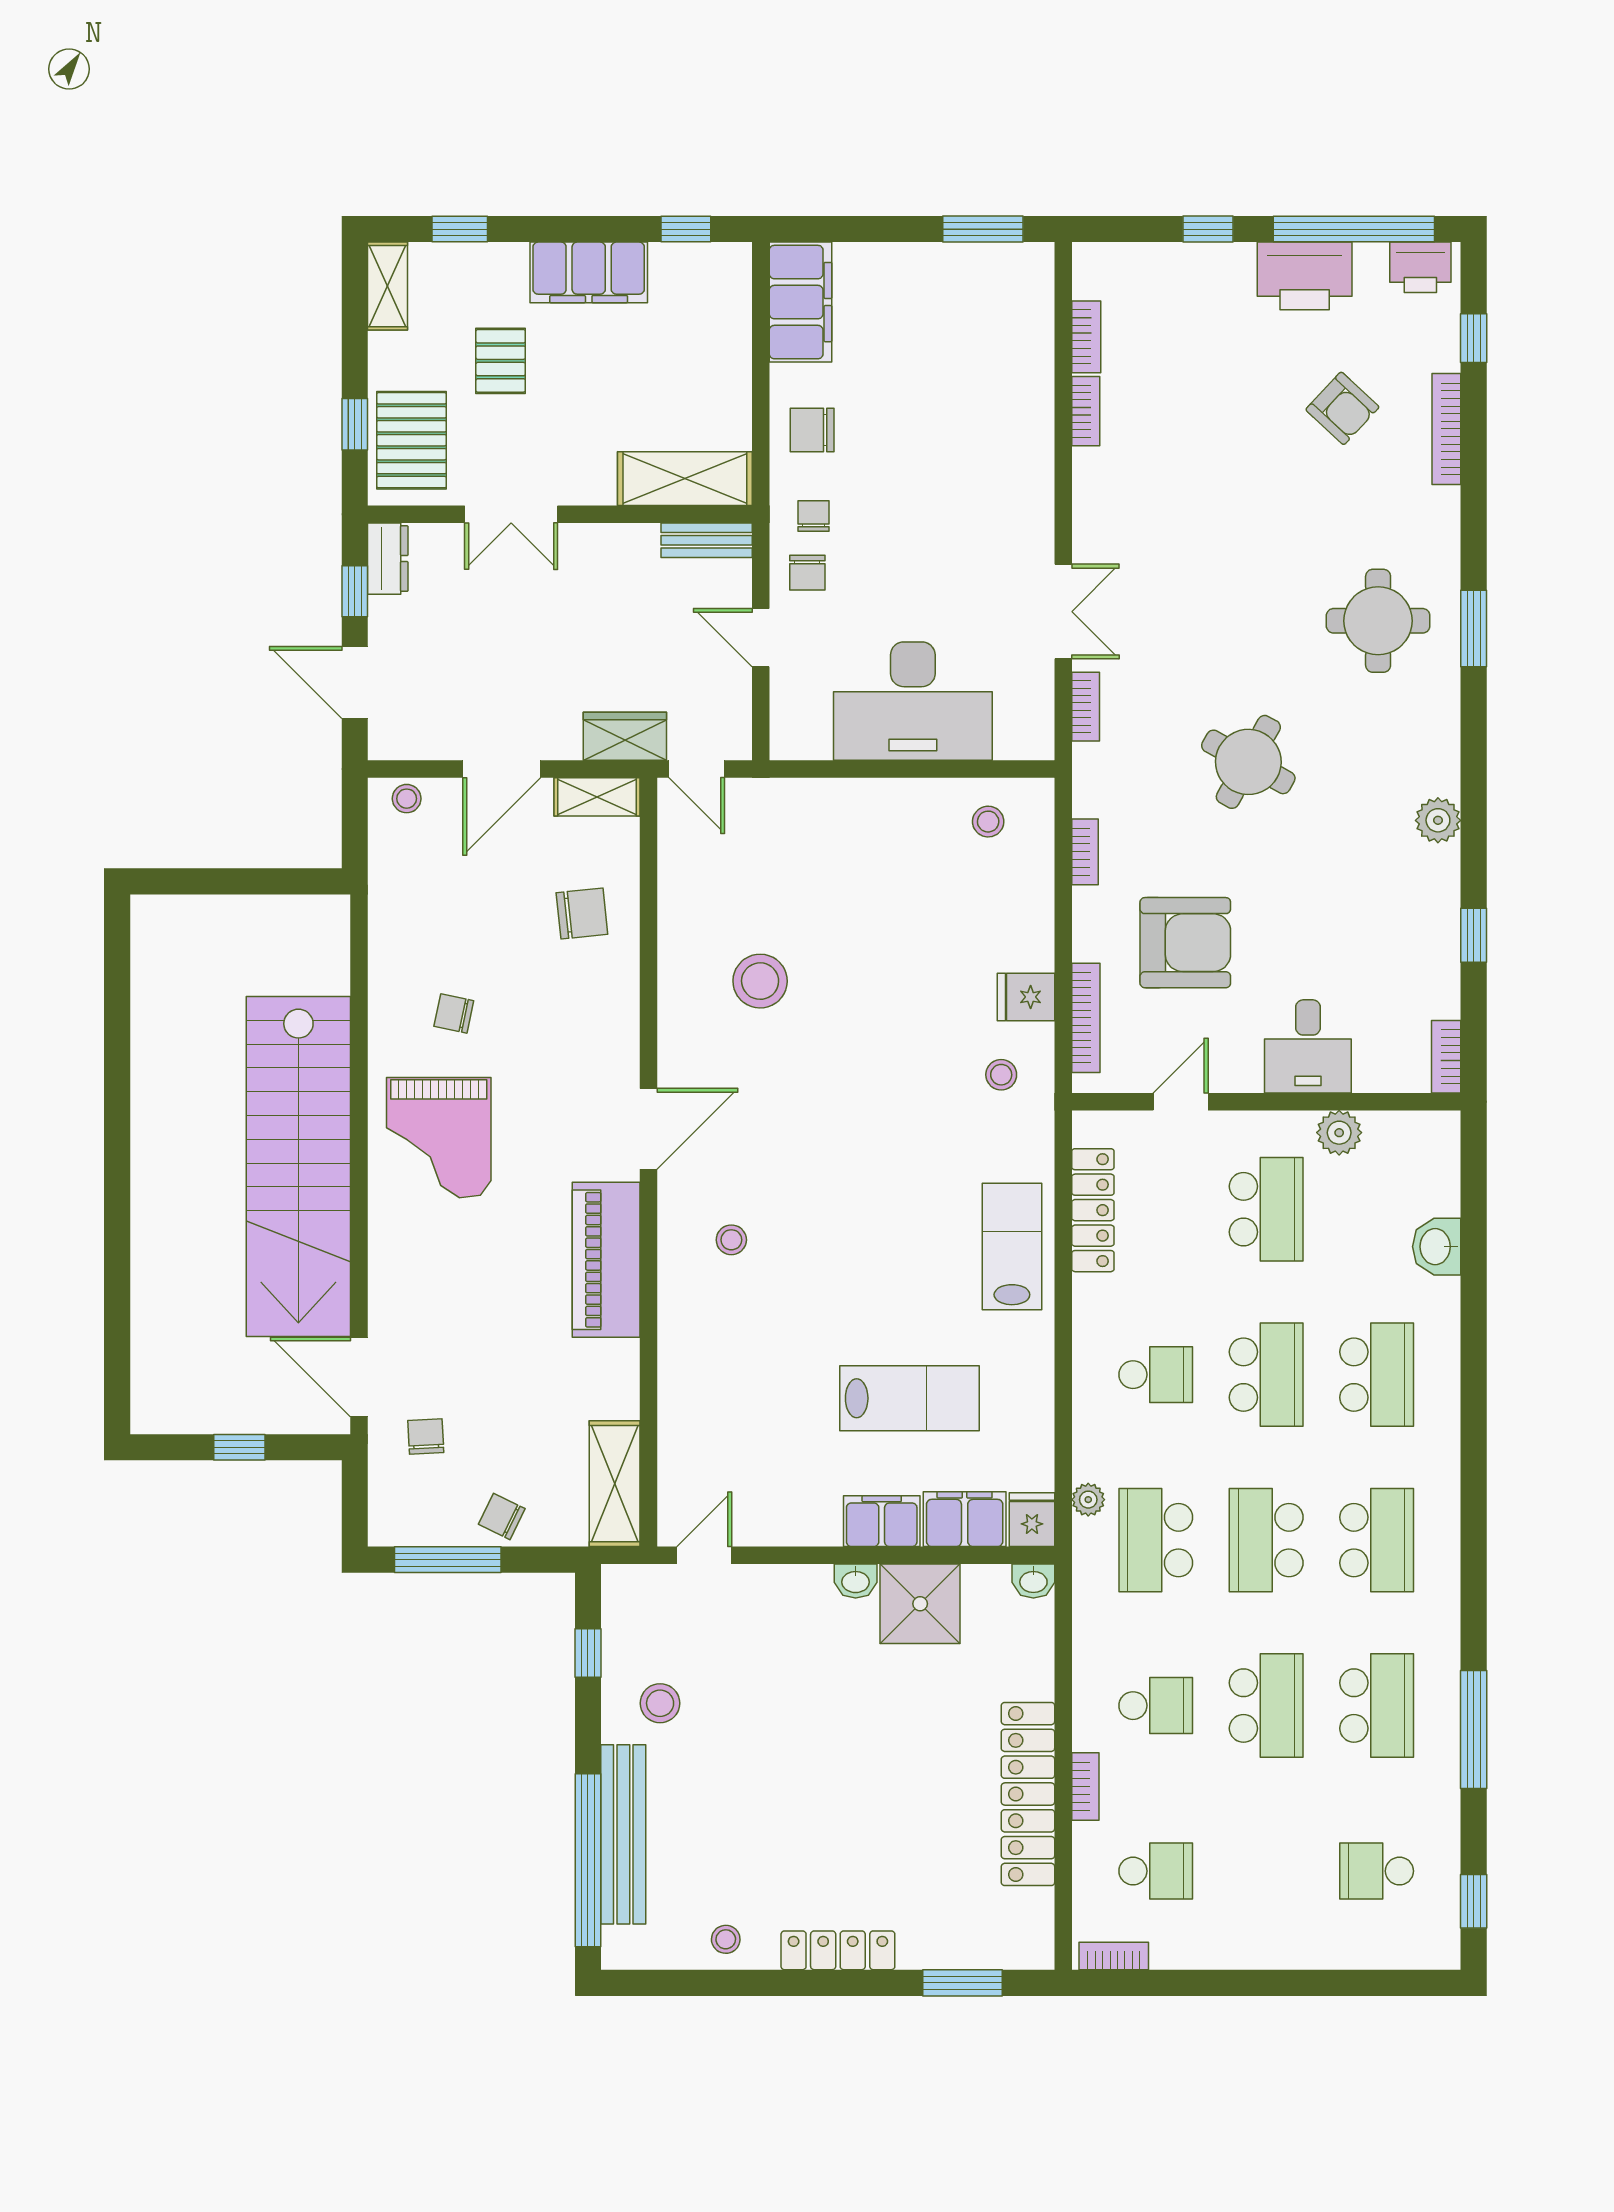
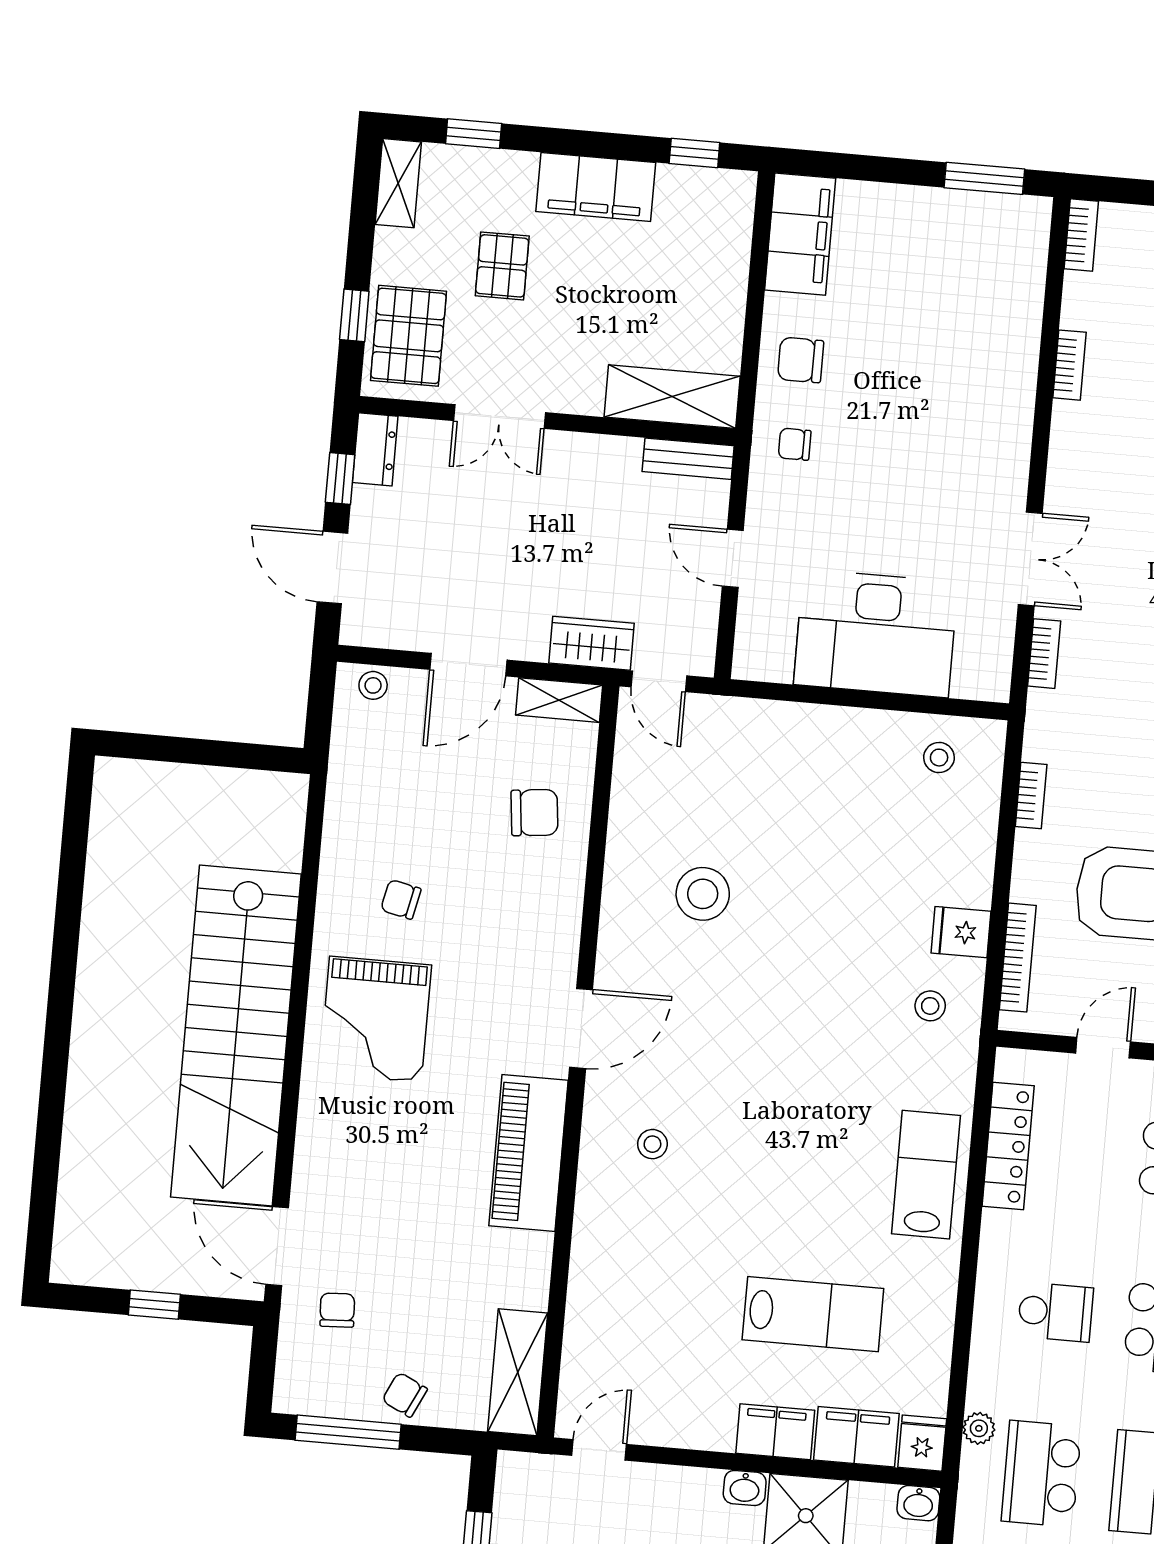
bookcase: (1086, 337) -> (1081, 235), moved
chair: (814, 516) -> (795, 444), turned -90
chair: (807, 573) -> (784, 499), removed

